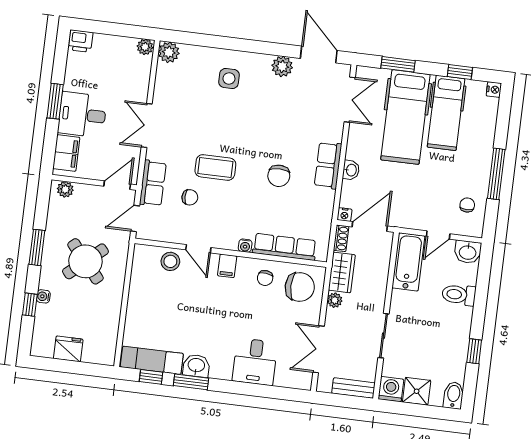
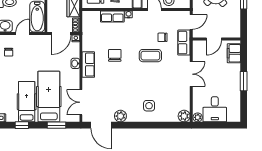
printer: (81, 41) -> (234, 116), removed
desk: (82, 115) -> (215, 109), moved, turned 90
door: (117, 185) -> (214, 39), moved
plant: (65, 189) -> (232, 33), removed
row of seats: (285, 247) -> (112, 16), width x0.68

